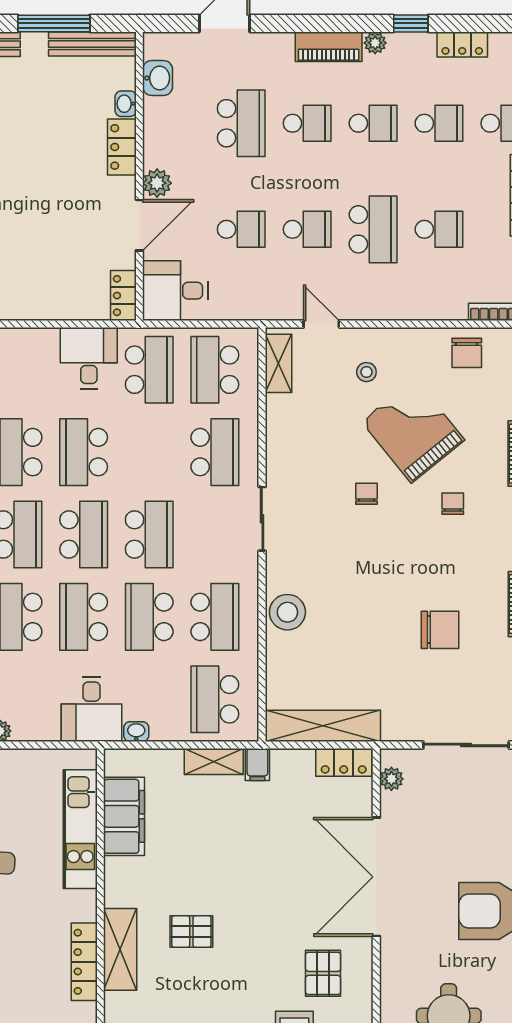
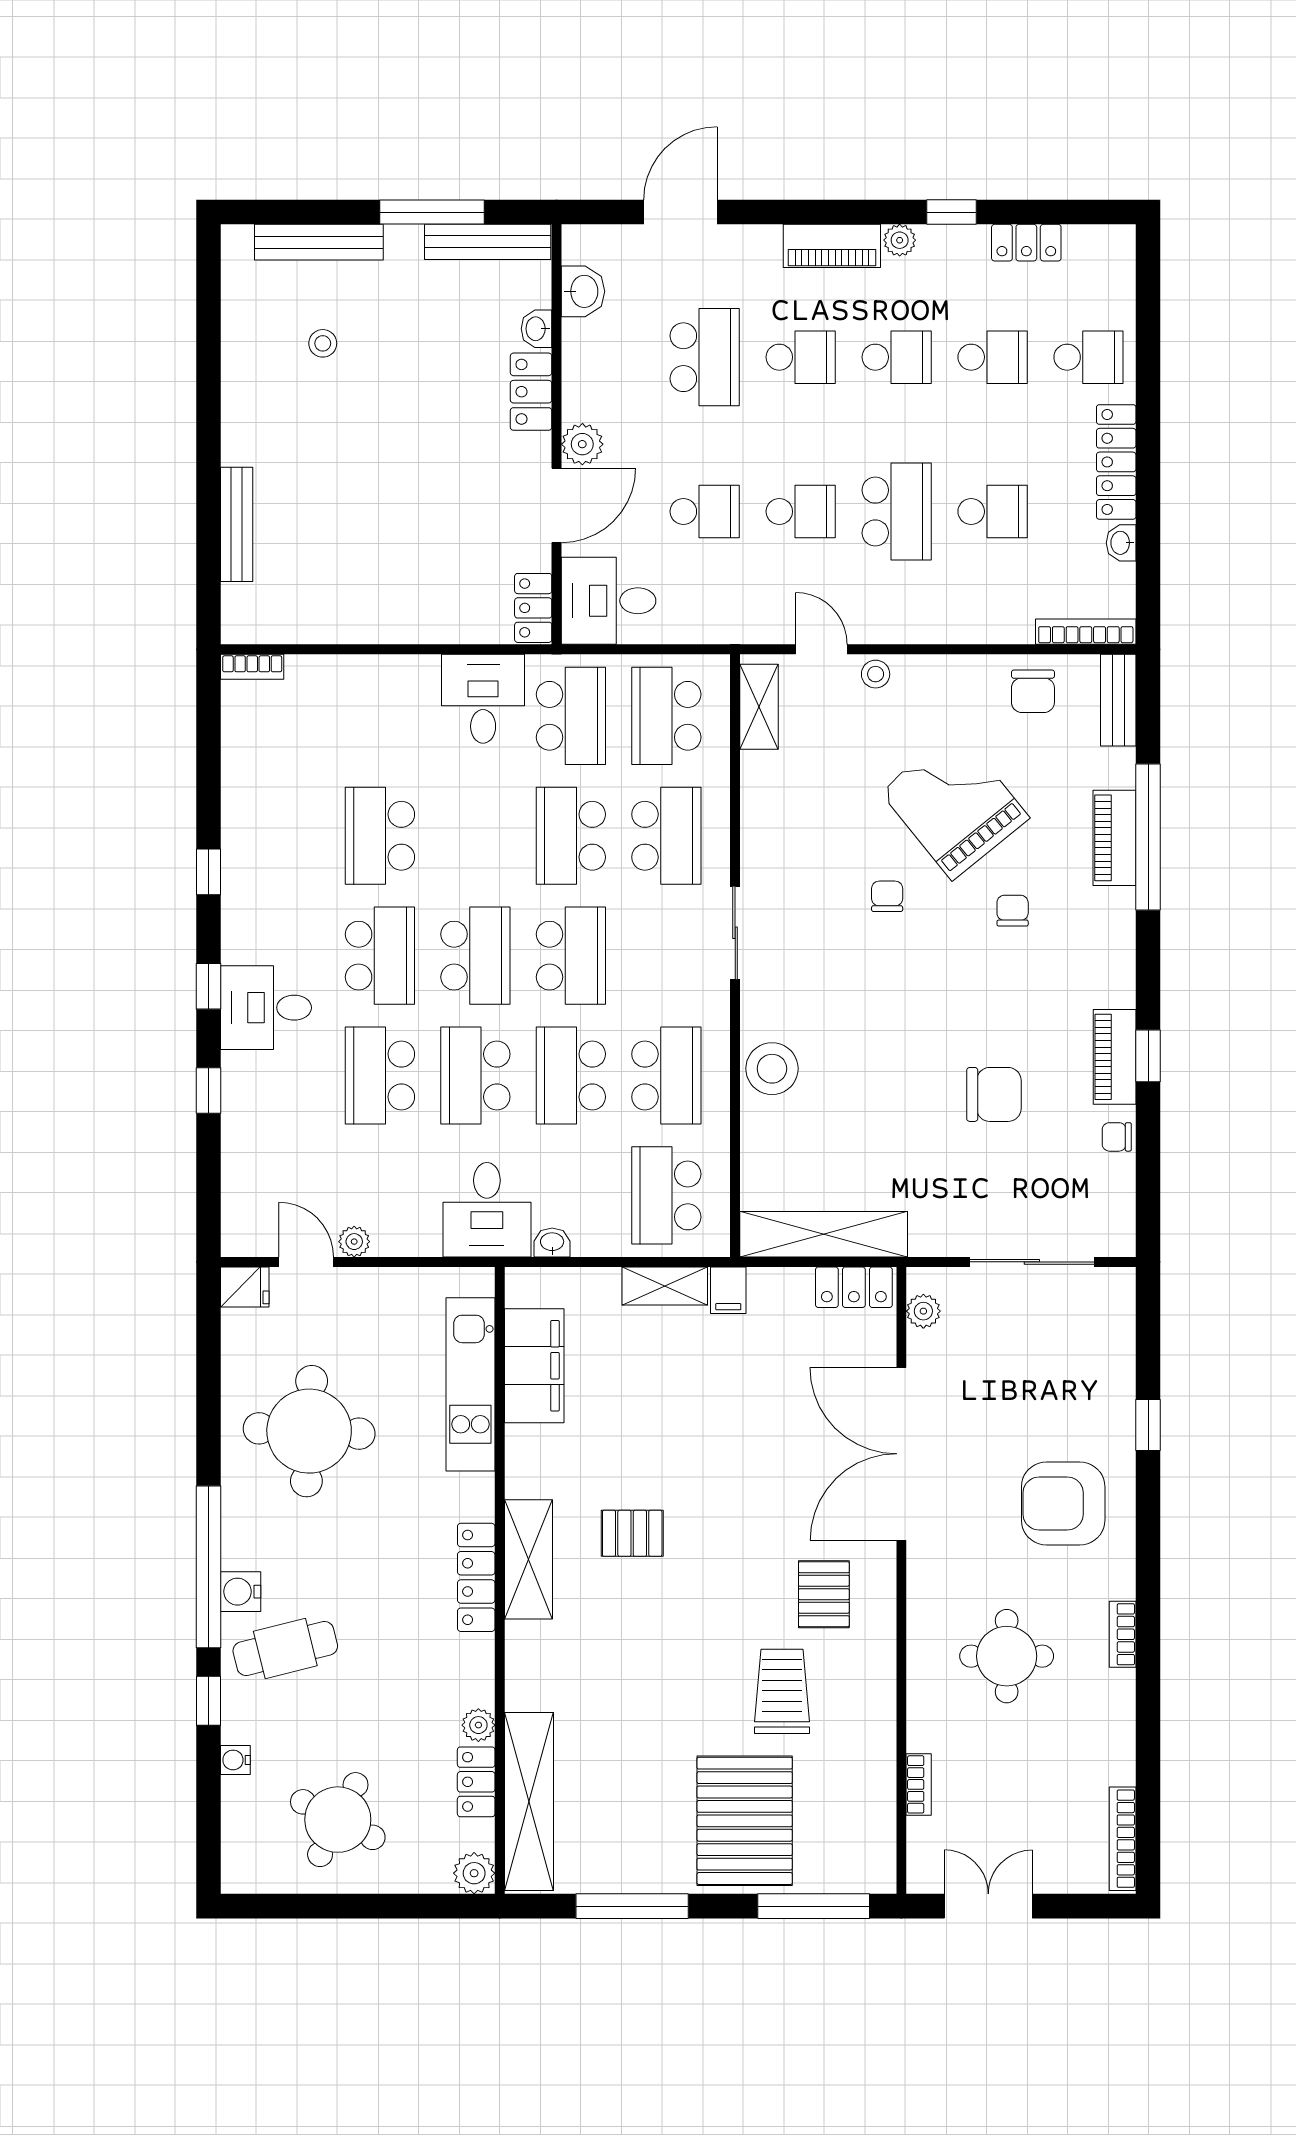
stool: (366, 372) -> (876, 674), moved
school desk: (84, 452) -> (571, 836), moved

